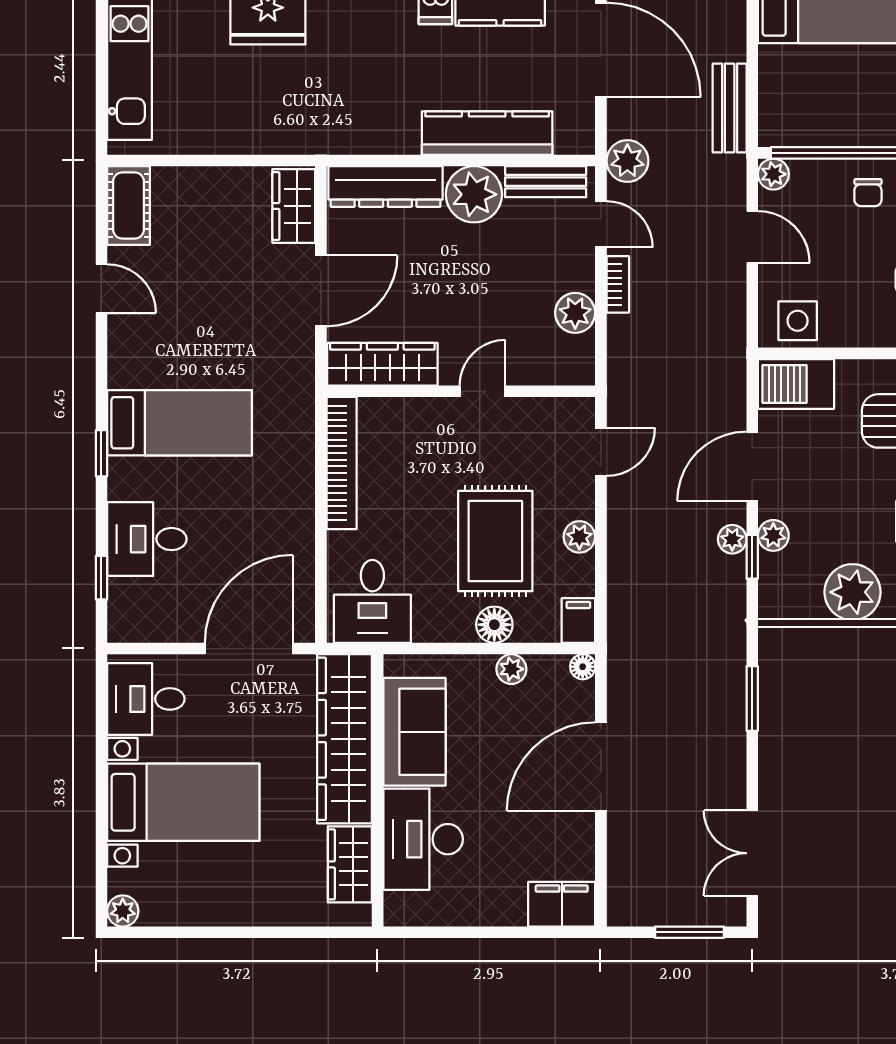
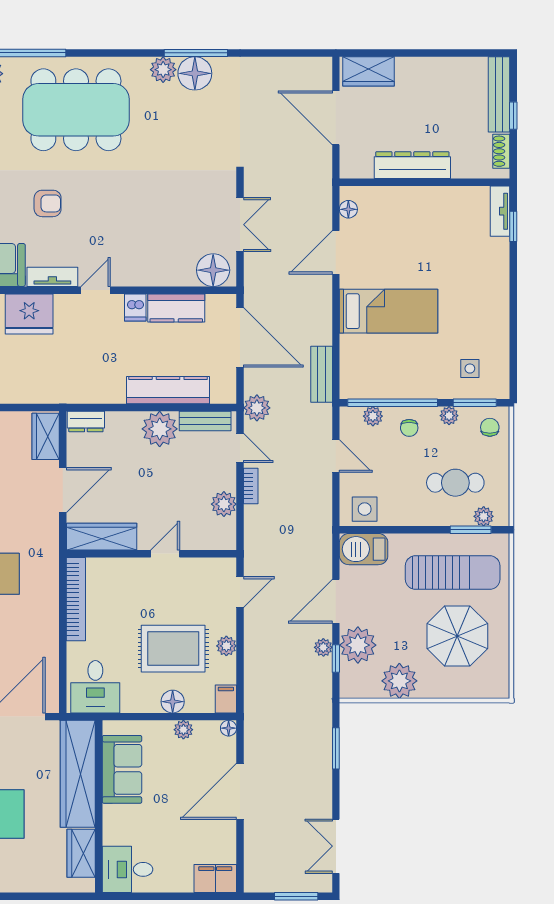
plant: (773, 174) -> (373, 416), moved
dresser: (386, 187) -> (86, 422), width x0.51, depth x0.80
plant: (773, 535) -> (358, 645), width x1.88, depth x1.88
rug: (495, 541) -> (173, 649), turned 90
desk: (423, 839) -> (127, 869), moved, width x0.73

